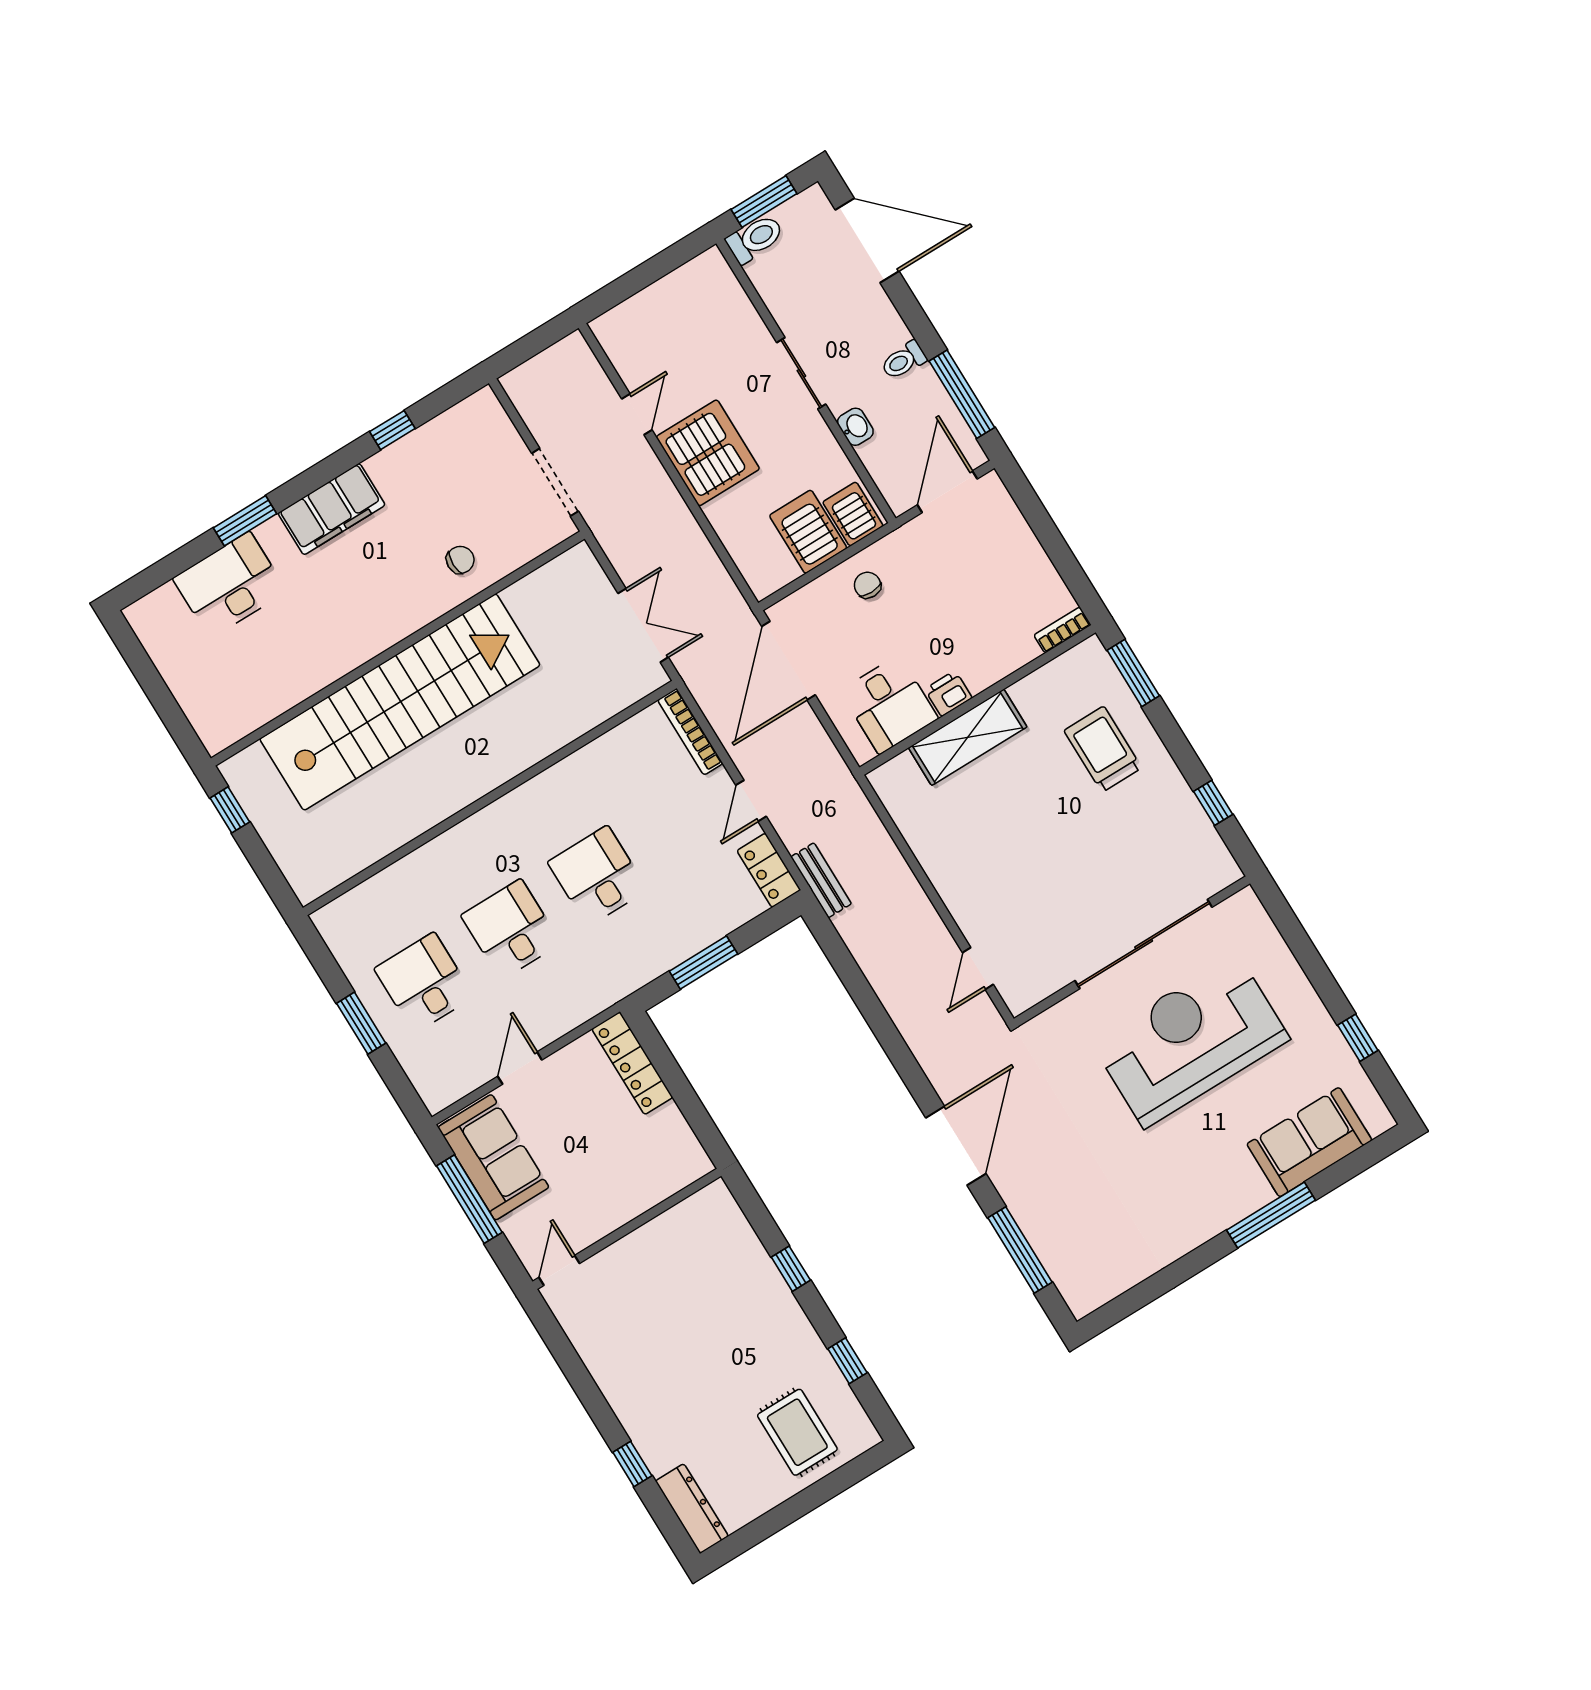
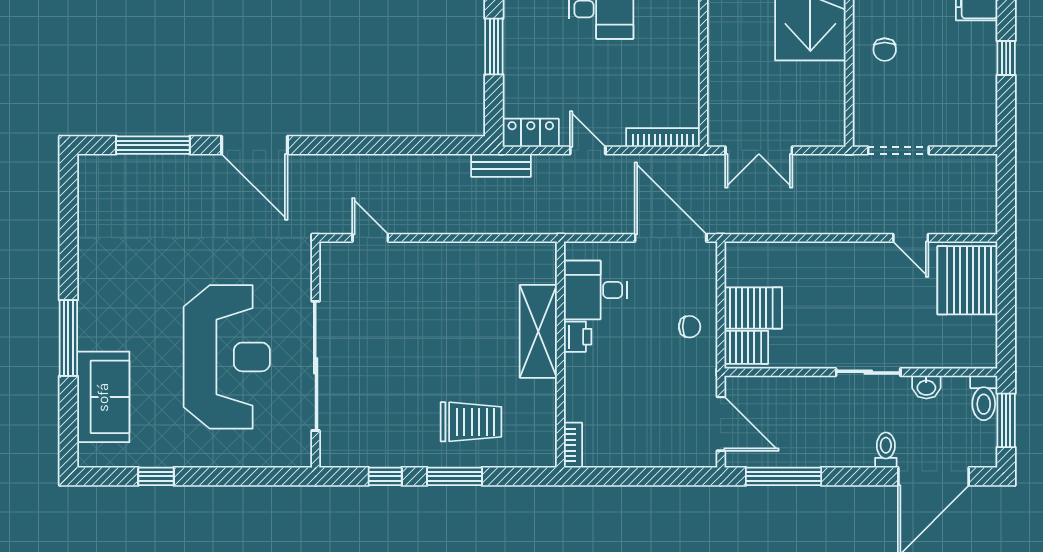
toilet: (904, 360) -> (886, 450), moved
washbasin: (855, 427) -> (926, 387), moved
server rack: (708, 453) -> (967, 280), moved, turned 90
window: (1133, 673) -> (455, 476), moved

